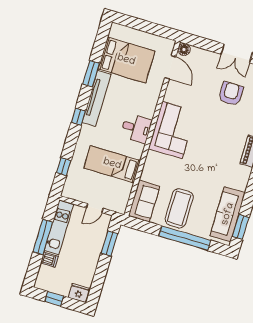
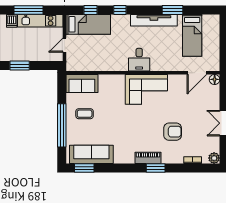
bed: (126, 60) -> (192, 35), width x0.67
armchair: (231, 94) -> (173, 132), moved
window: (78, 117) -> (120, 10), moved
bed: (112, 164) -> (88, 24), moved, turned 90
door: (95, 208) -> (64, 45), hinge flipped
coffee table: (179, 208) -> (85, 114), width x0.54, depth x0.58
window: (109, 243) -> (20, 66), moved

